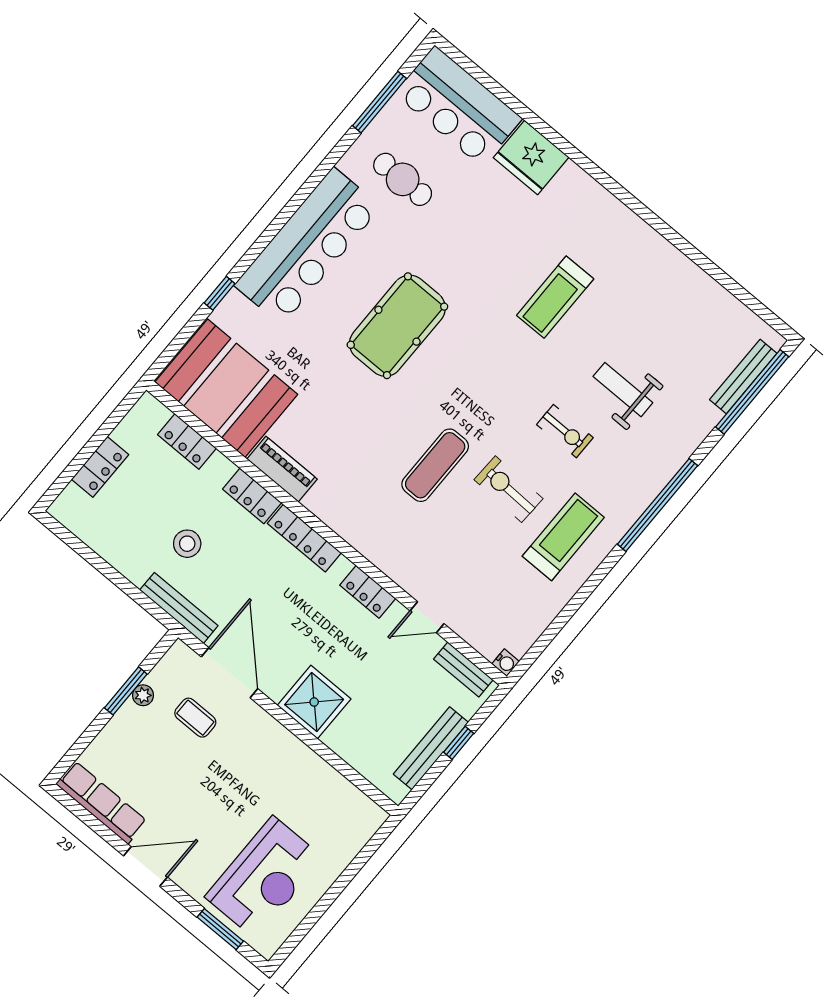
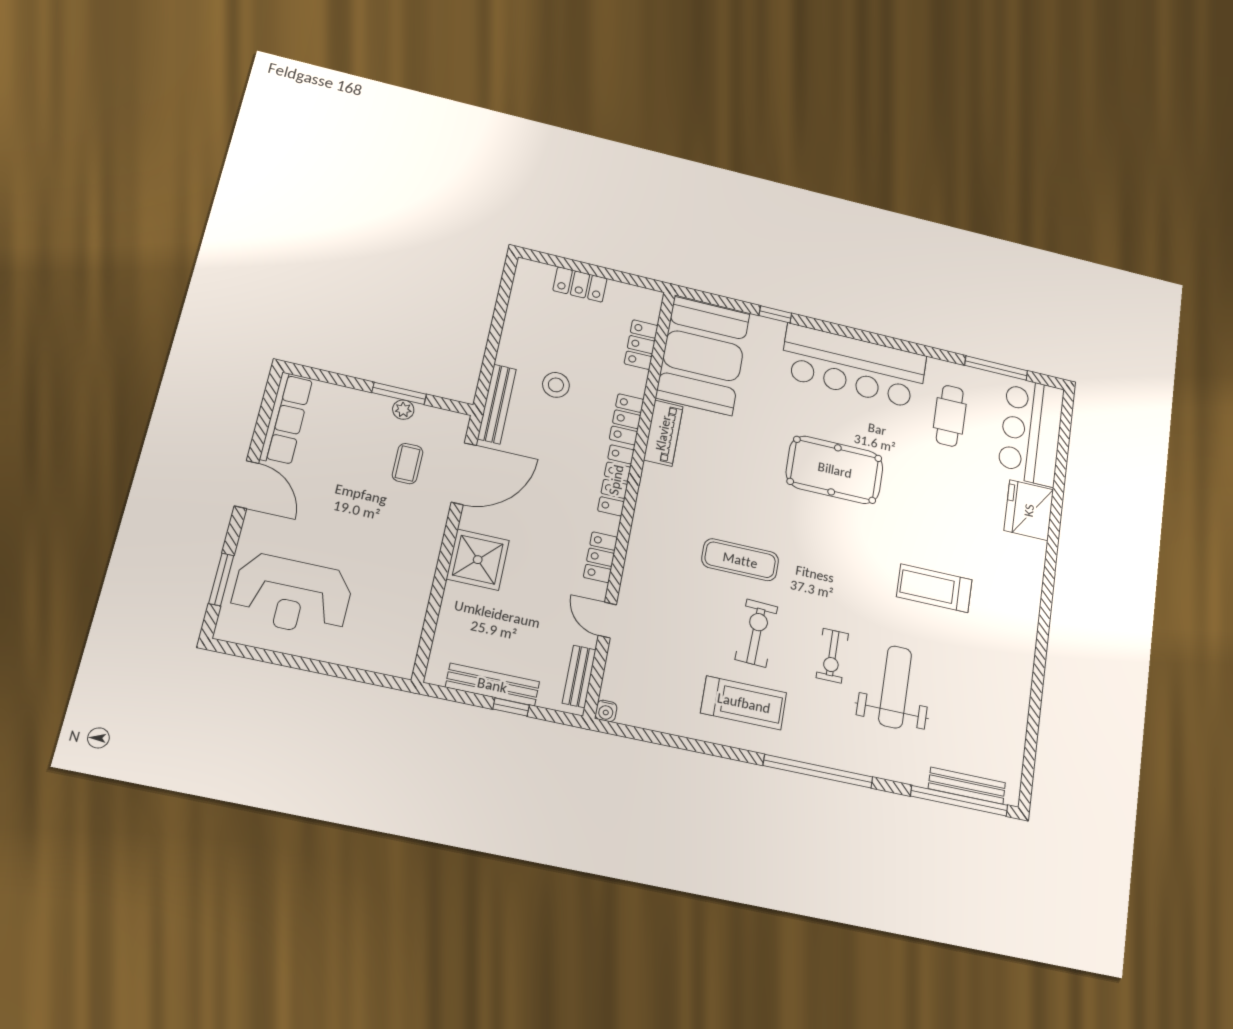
weight bench: (623, 390) -> (895, 687), width x1.36, depth x1.33

